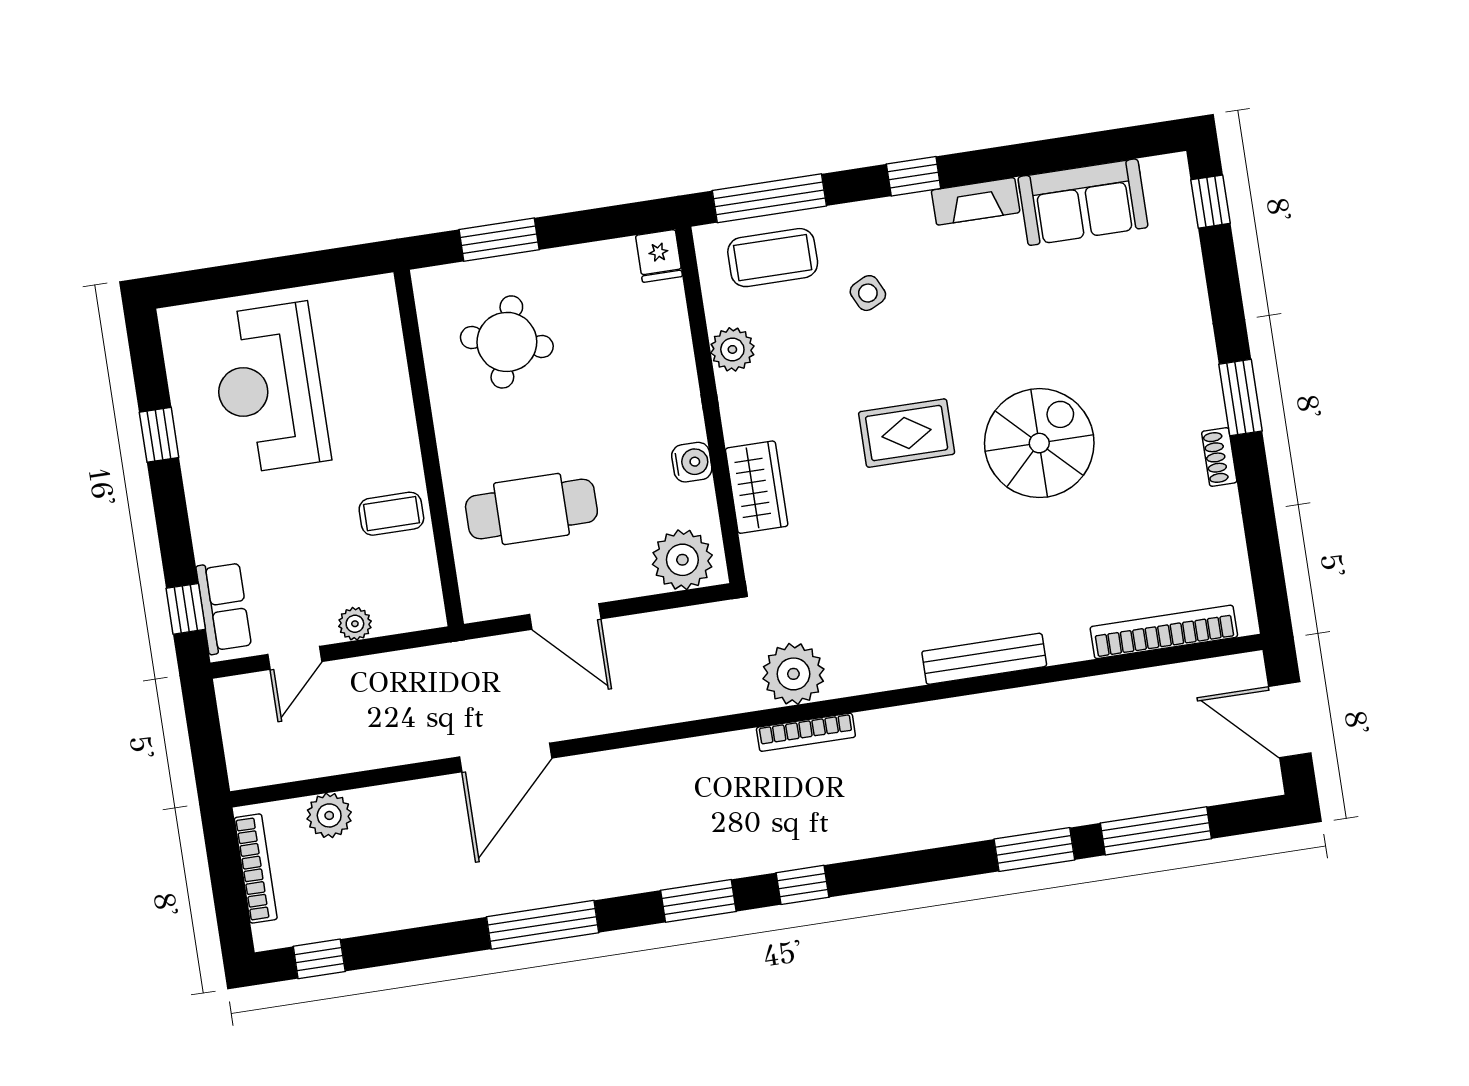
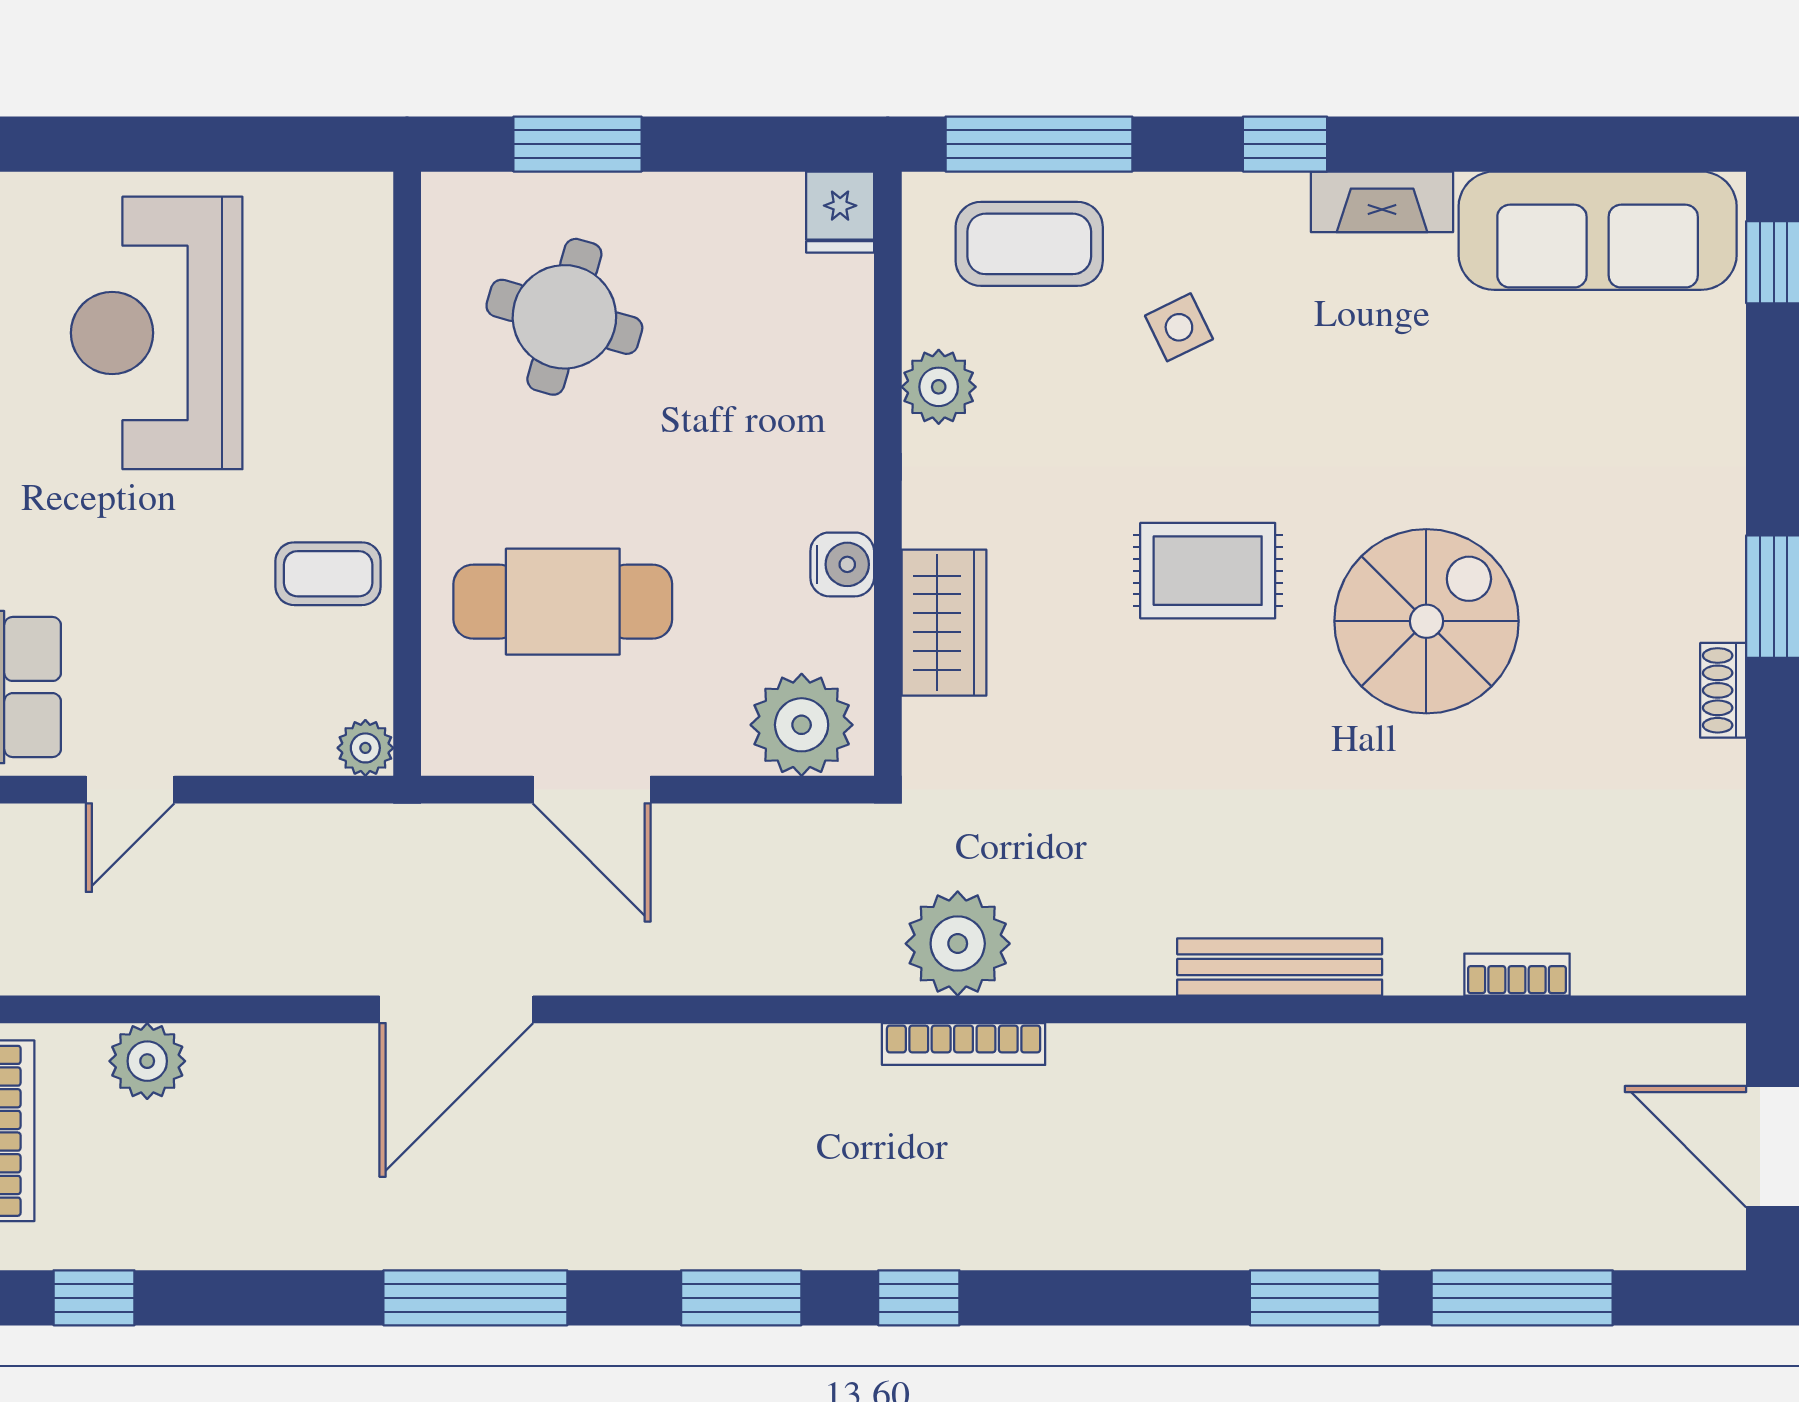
sofa: (1083, 202) -> (1598, 231), width x1.36
plant: (355, 624) -> (365, 748), moved
bookcase: (1164, 632) -> (1517, 975), width x0.43, depth x0.76

